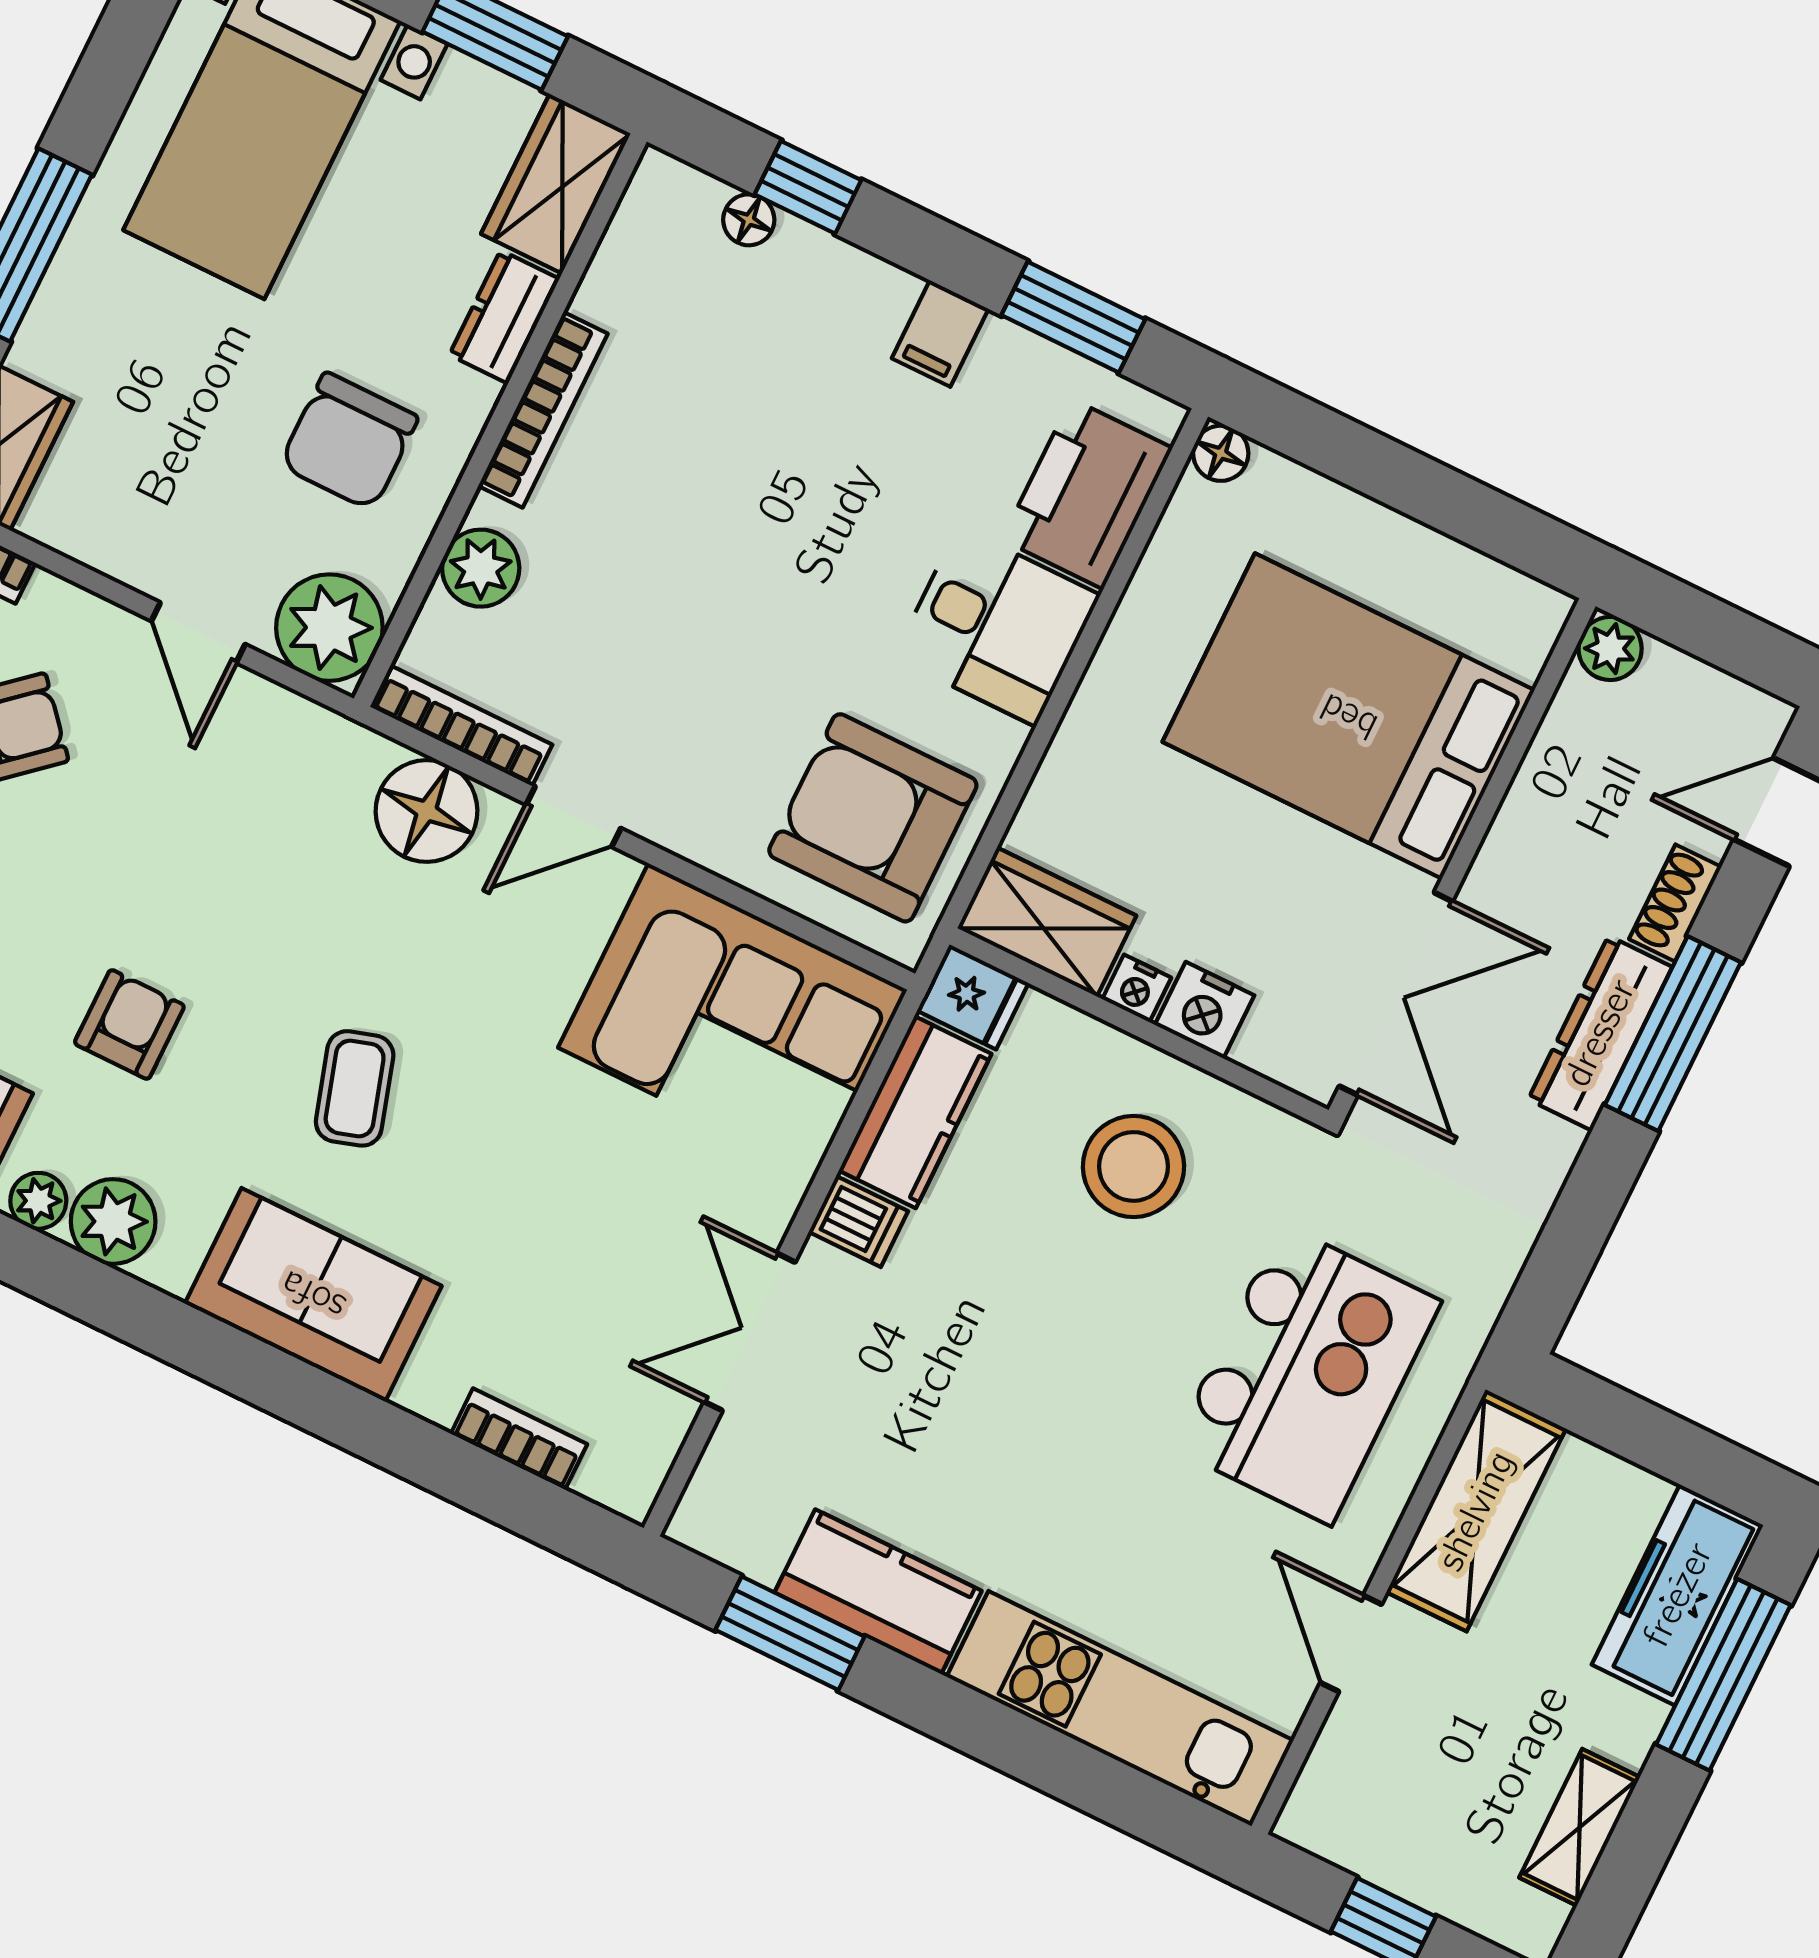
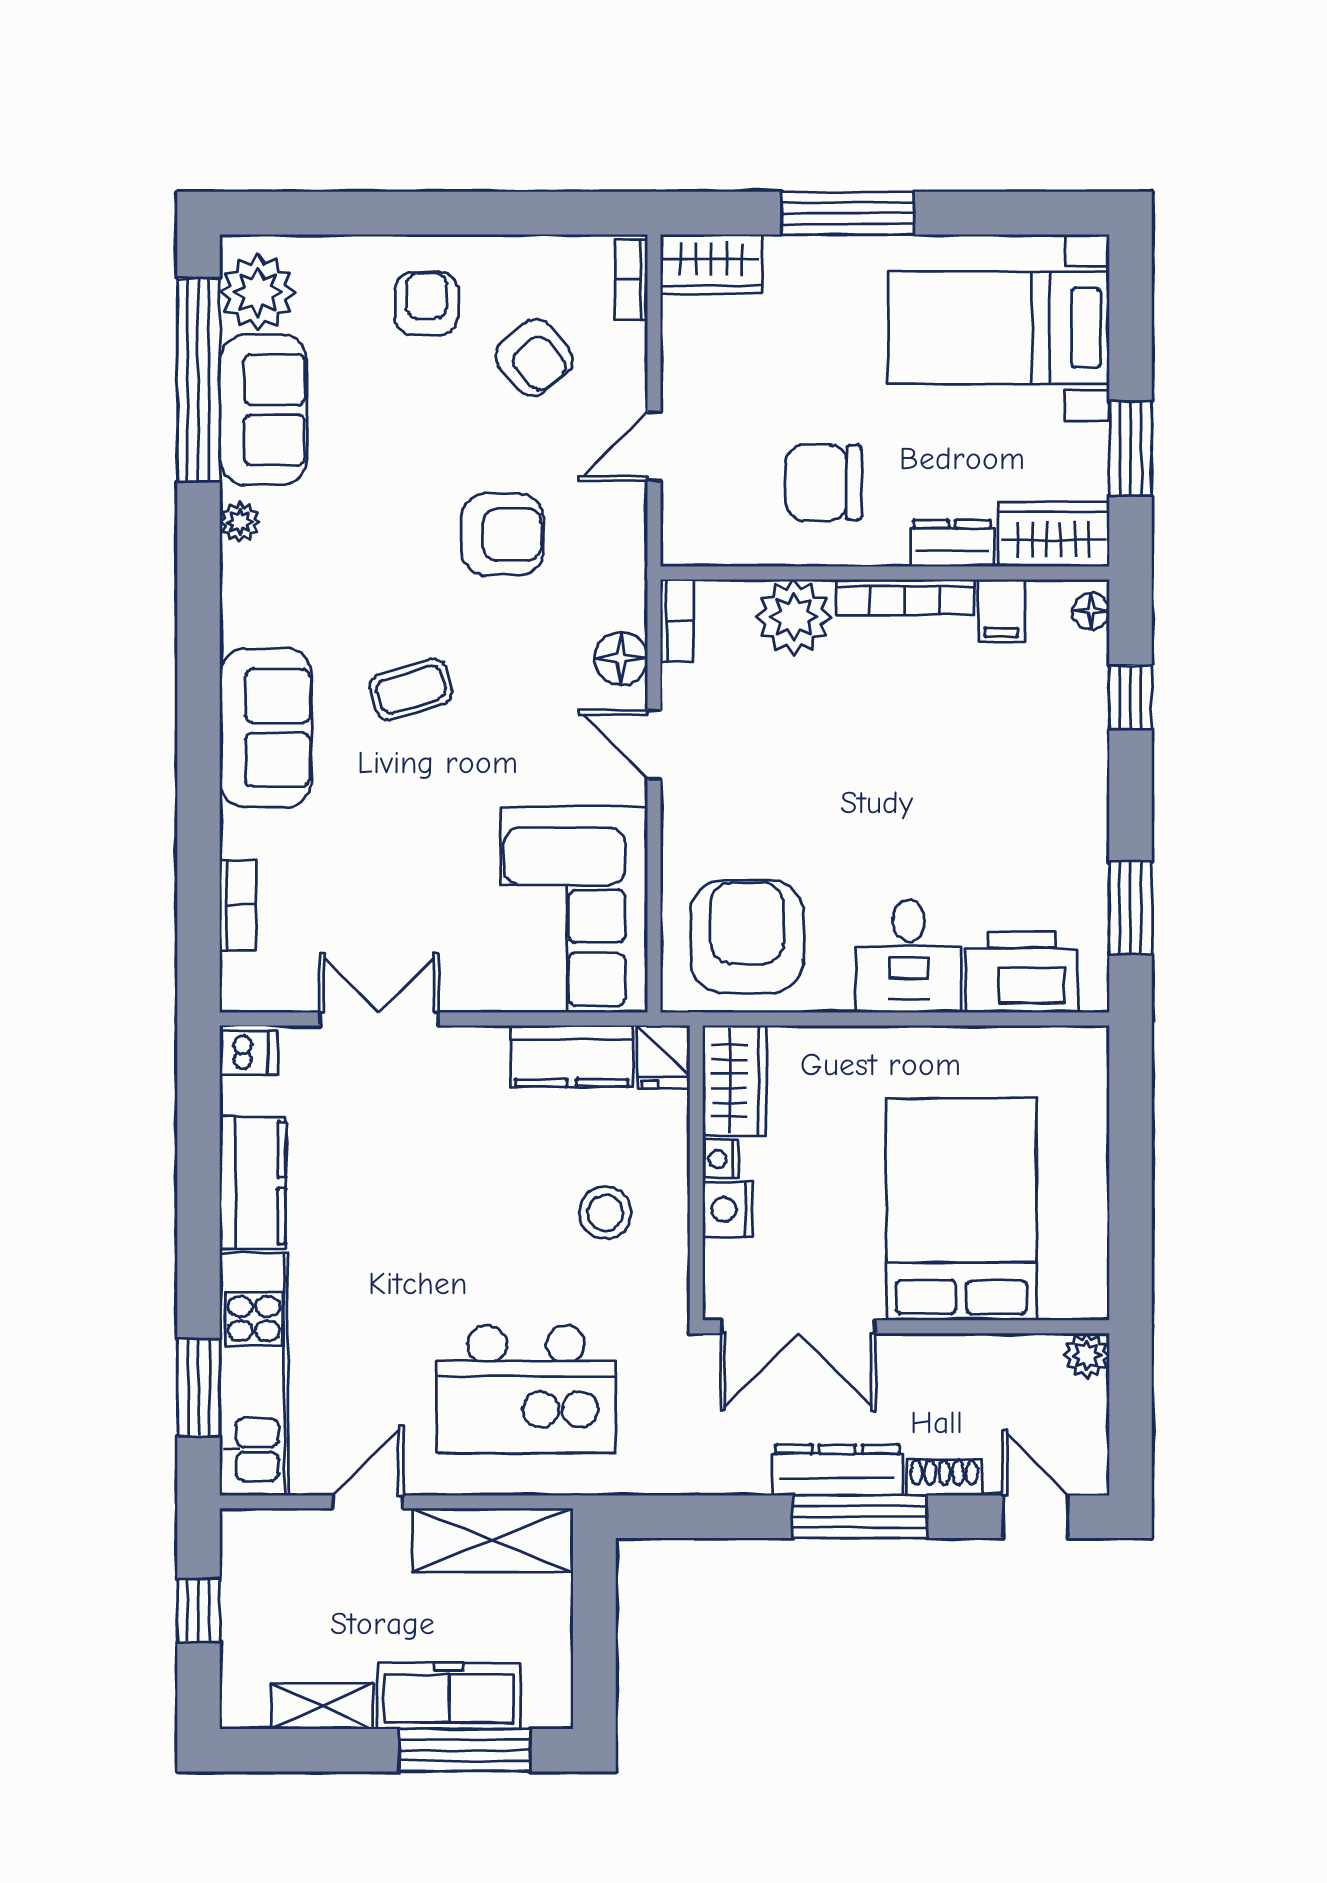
floor lamp: (749, 220) -> (1091, 611), moved
filing cabinet: (940, 334) -> (1001, 610), moved, turned -90
floor lamp: (1221, 453) -> (1090, 1045), removed
plant: (481, 568) -> (794, 617), width x1.36, depth x1.36
plant: (329, 628) -> (698, 529), removed
bookcase: (461, 726) -> (677, 621), width x0.64
floor lamp: (427, 811) -> (621, 658), width x0.73, depth x0.73
armchair: (129, 1024) -> (502, 534), moved, width x1.38, depth x1.38
stool: (1133, 1166) -> (605, 1213), width x0.73, depth x0.73
plant: (113, 1221) -> (250, 576), removed
dishwasher: (858, 1221) -> (248, 1053), moved, turned -90
freezer: (1678, 1595) -> (449, 1696), moved
window: (790, 1633) -> (199, 1388), moved

